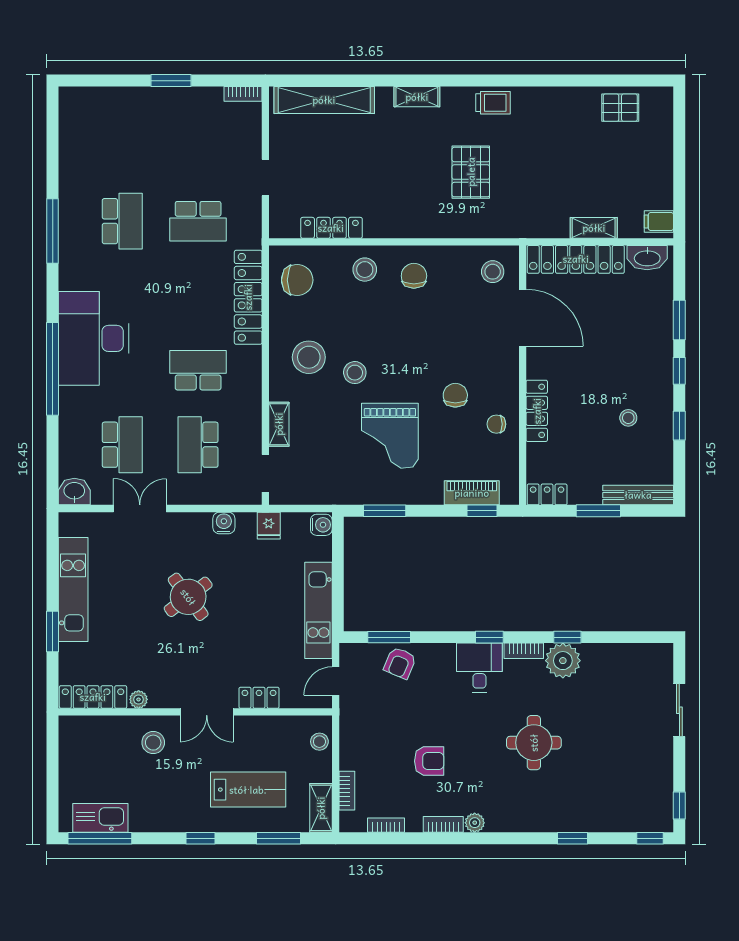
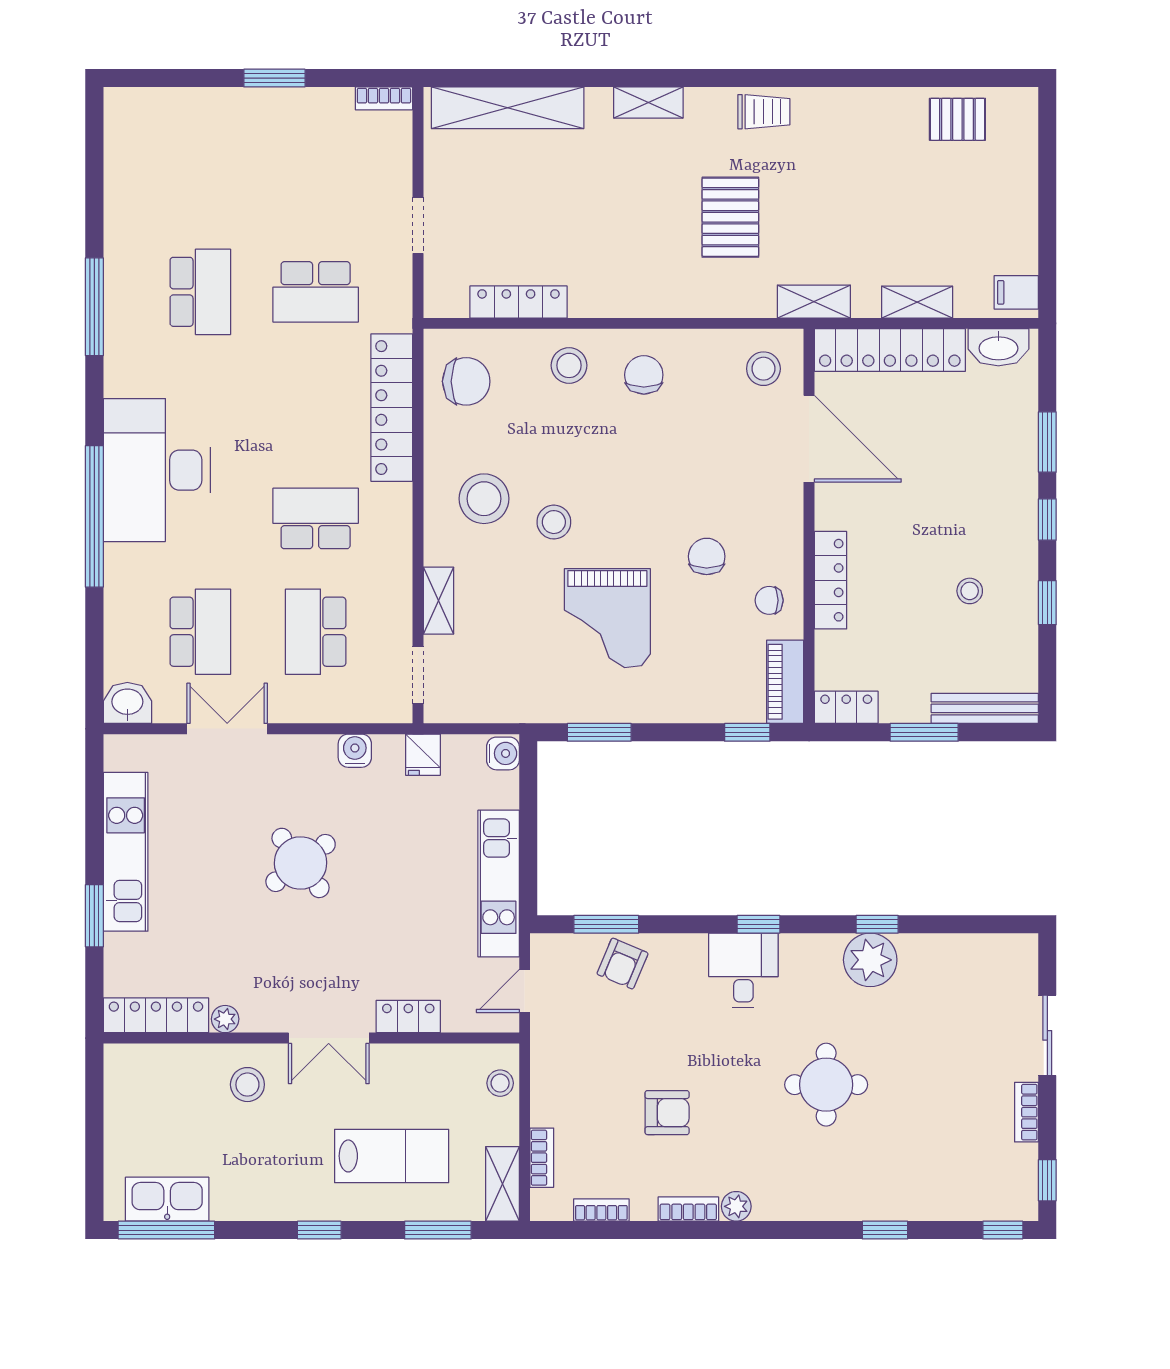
shelving: (526, 228) -> (814, 302), added
piano: (472, 493) -> (785, 682), moved, turned -90
bookcase: (524, 651) -> (1026, 1112), moved, turned 90

